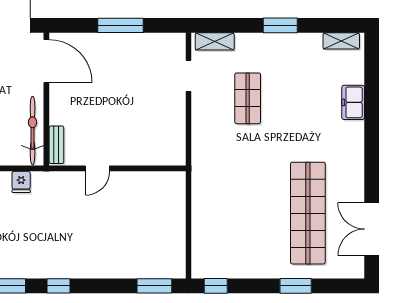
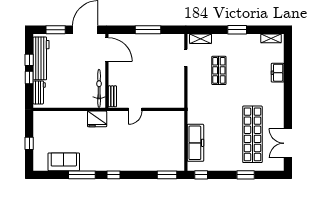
fridge: (21, 182) -> (97, 119), width x1.88, depth x1.34
freezer: (206, 228) -> (195, 143), added

